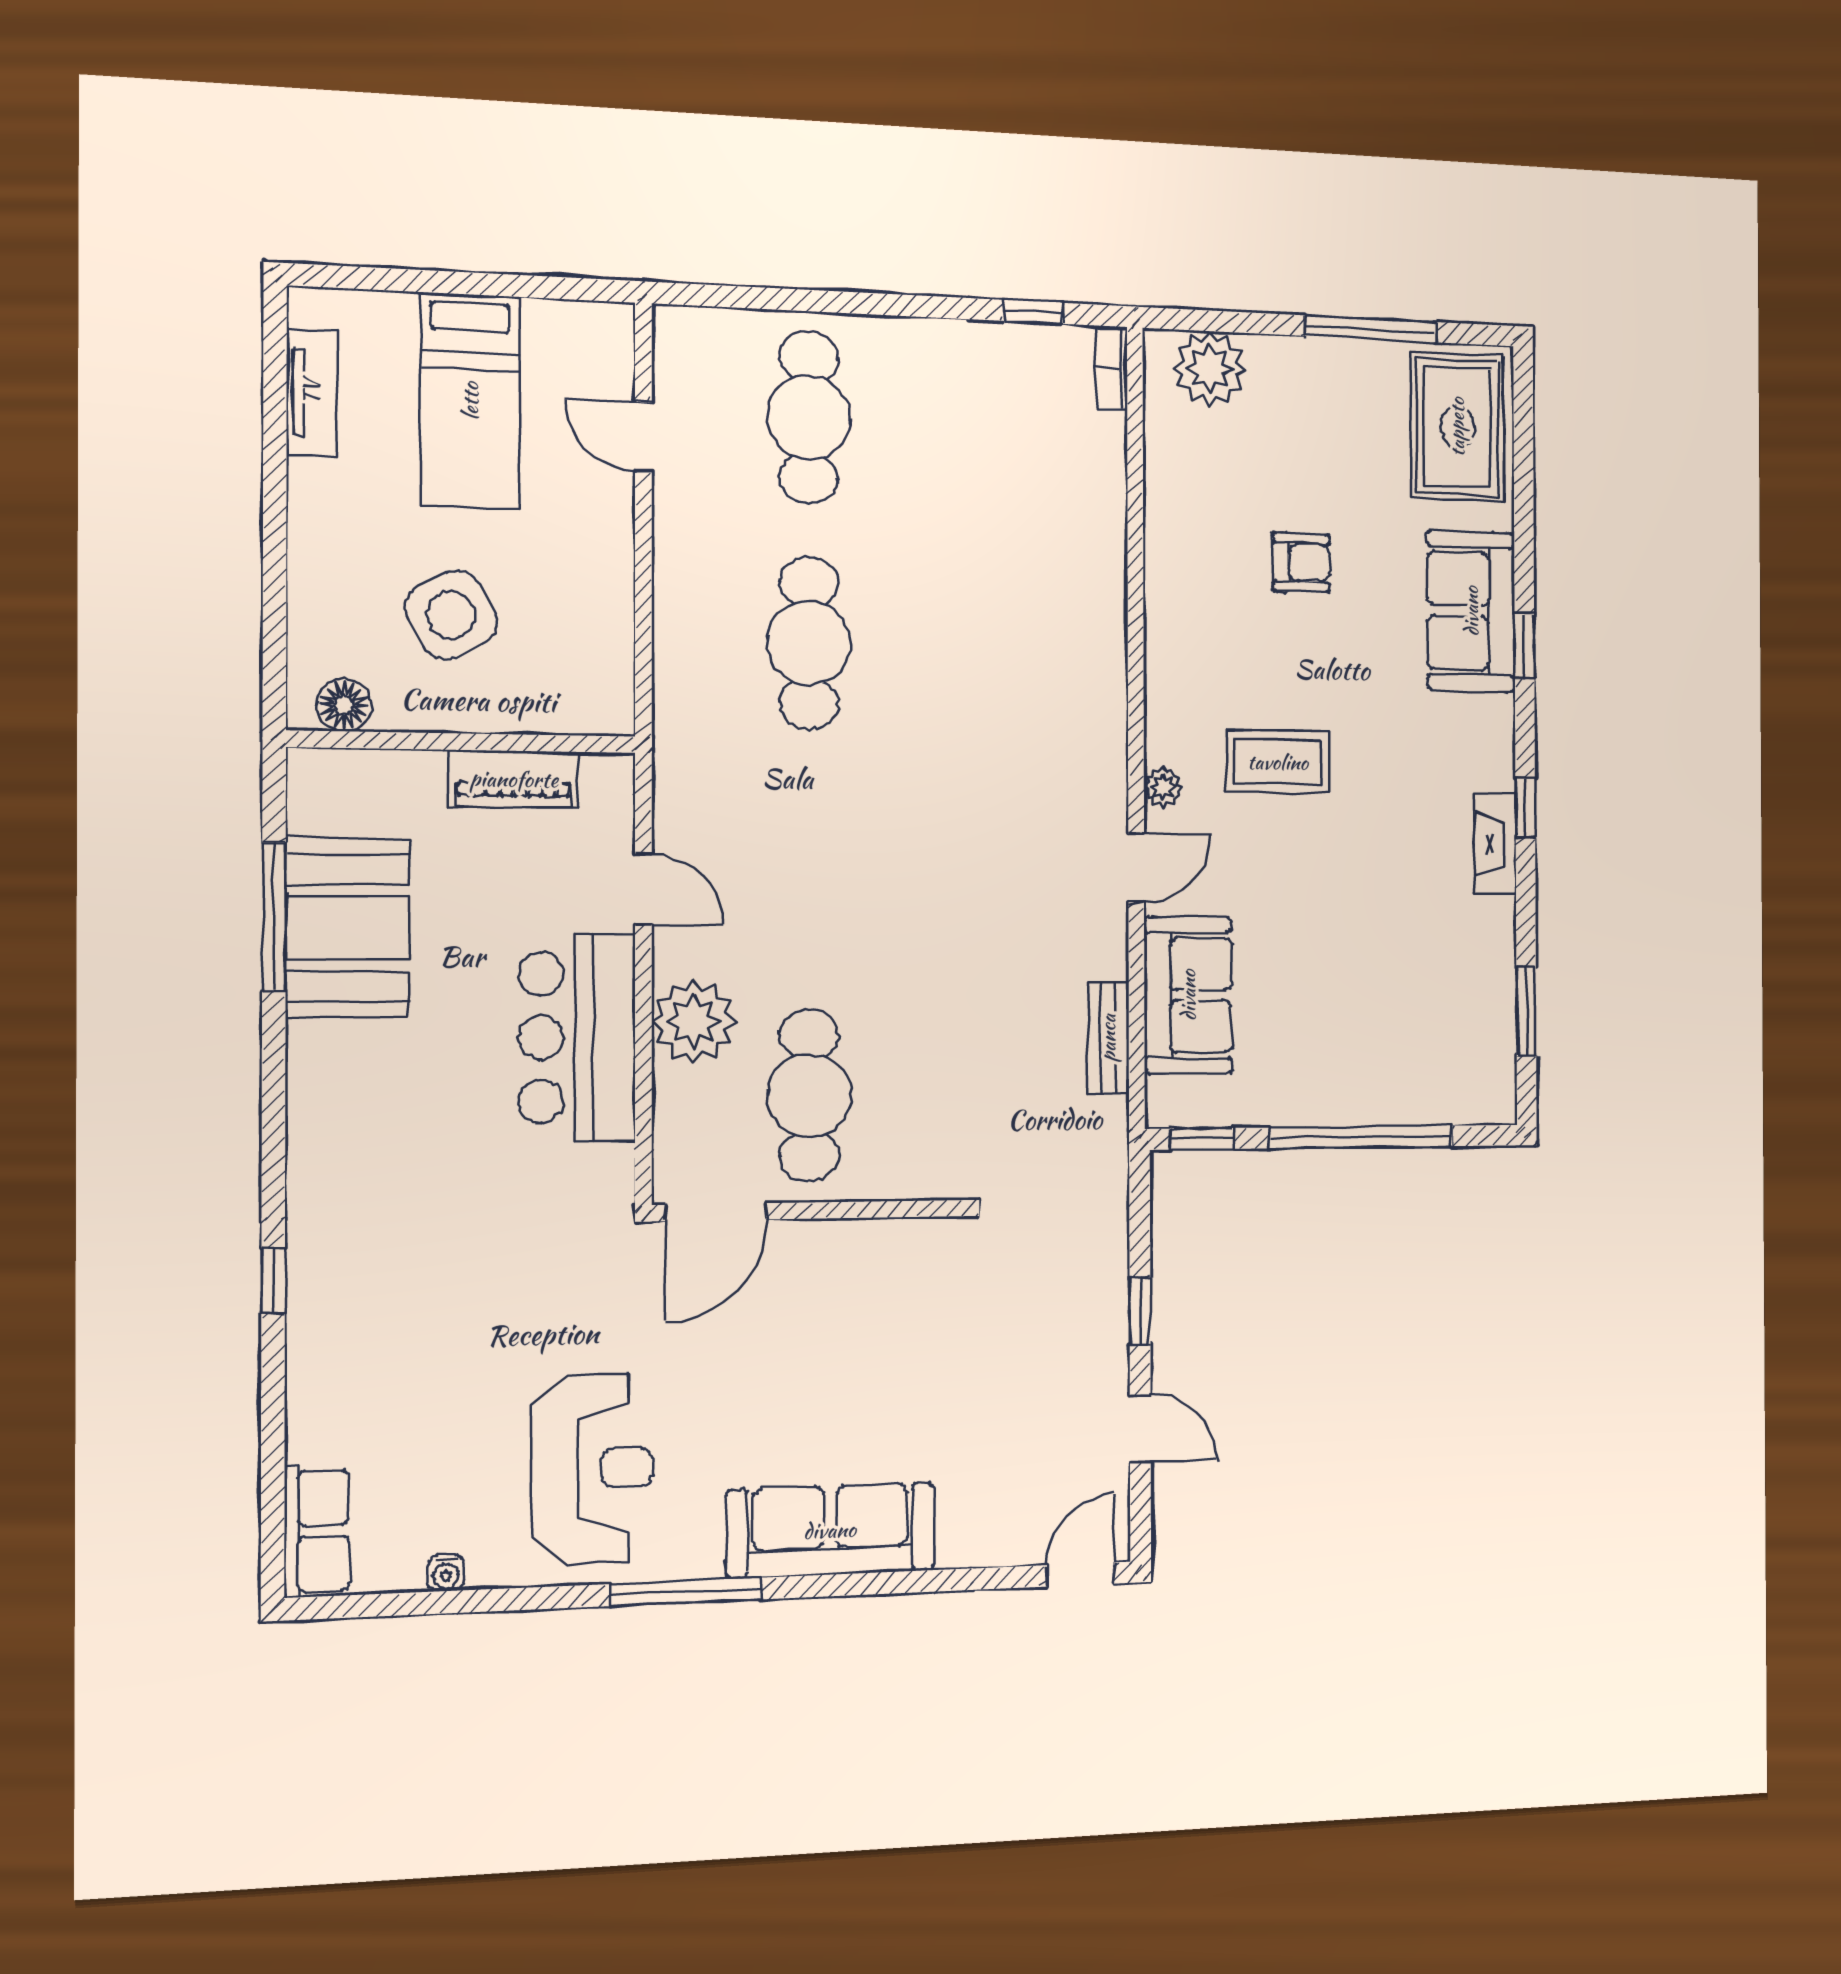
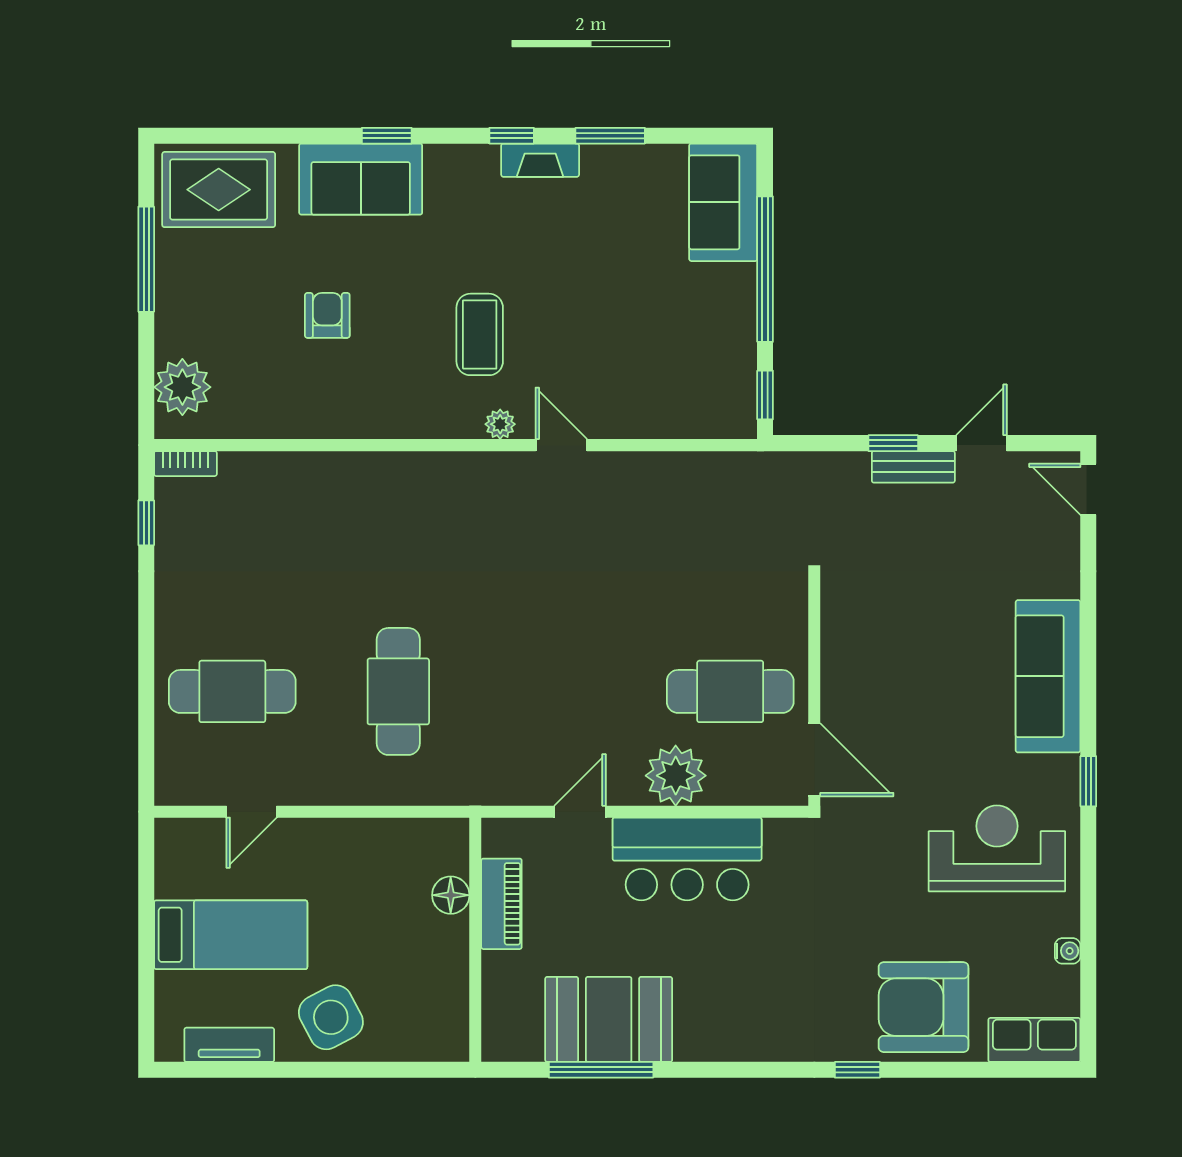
side table: (451, 615) -> (331, 1017), moved
cafe table: (809, 643) -> (398, 691), turned 90
floor lamp: (344, 705) -> (451, 895), moved
sofa: (1188, 995) -> (723, 202), moved, turned -90
window: (1526, 1011) -> (610, 136), moved
bench: (1108, 1038) -> (913, 467), moved
armchair: (365, 1372) -> (924, 1007), added
window: (686, 1592) -> (1088, 781), width x0.46

